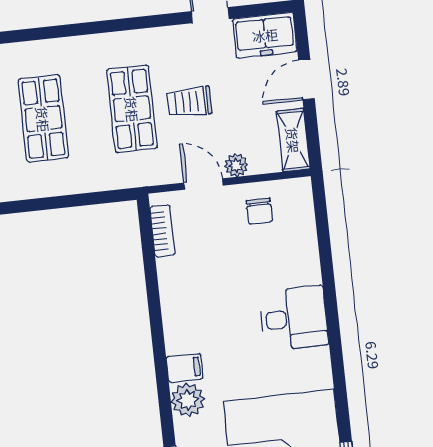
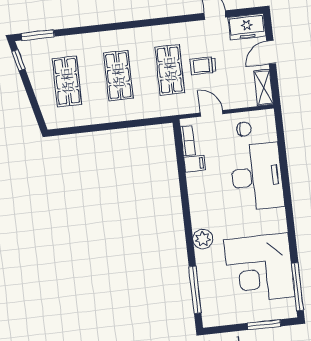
plant: (236, 165) -> (231, 102), removed
chair: (259, 211) -> (244, 129), turned -90
desk: (294, 318) -> (257, 177), width x1.87, depth x1.30
filing cabinet: (185, 368) -> (195, 164), moved

